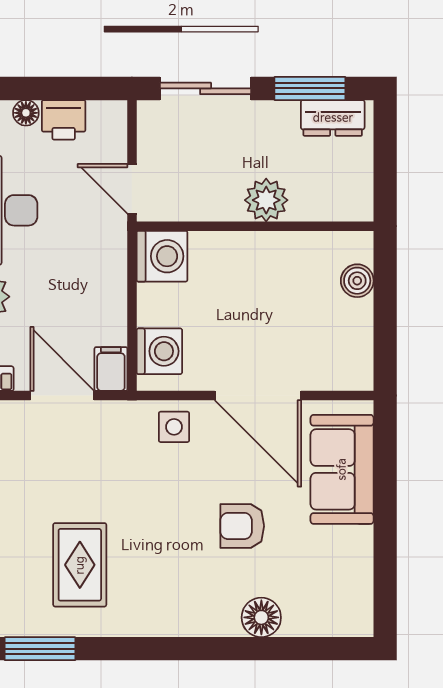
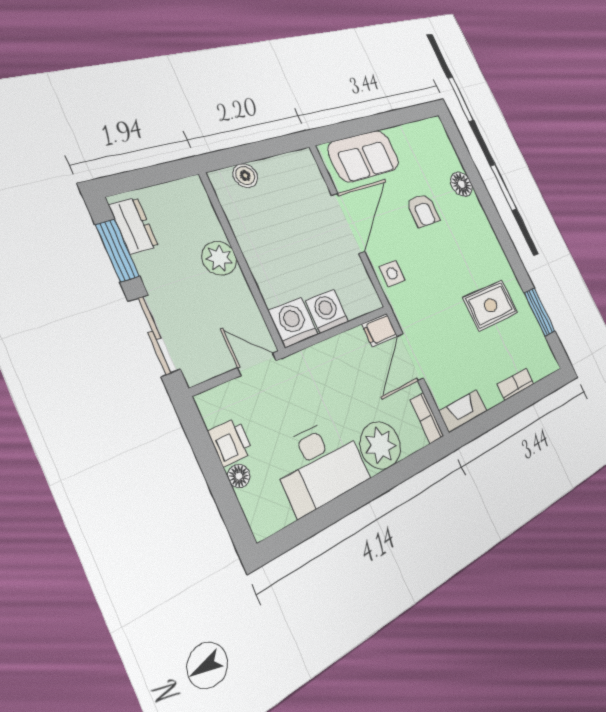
door: (132, 189) -> (257, 364), swing flipped
washing machine: (159, 351) -> (327, 311), moved

